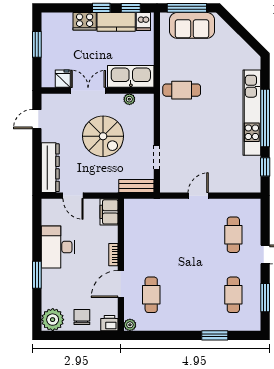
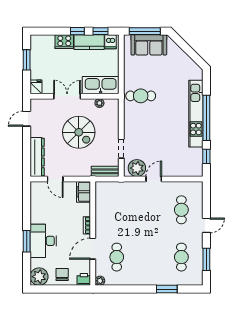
fridge: (63, 79) -> (36, 87), moved
plant: (177, 182) -> (137, 168), added
desk: (58, 247) -> (43, 241), moved

